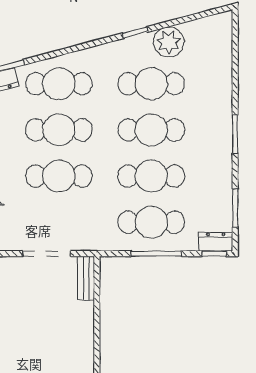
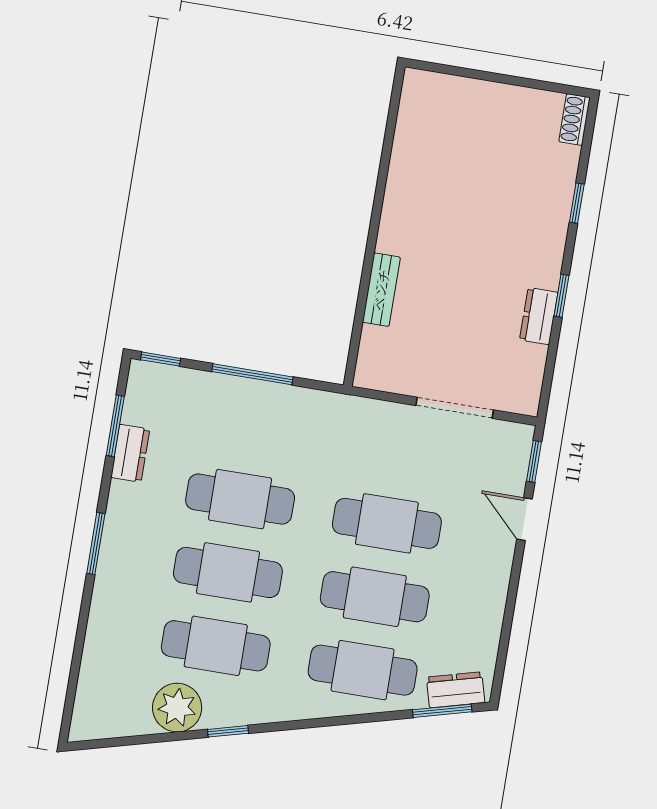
cafe table: (151, 222) -> (252, 426), removed
dresser: (216, 242) -> (130, 453), moved, turned -90
doorway: (46, 254) -> (455, 408), moved
bench: (86, 278) -> (381, 290), moved

